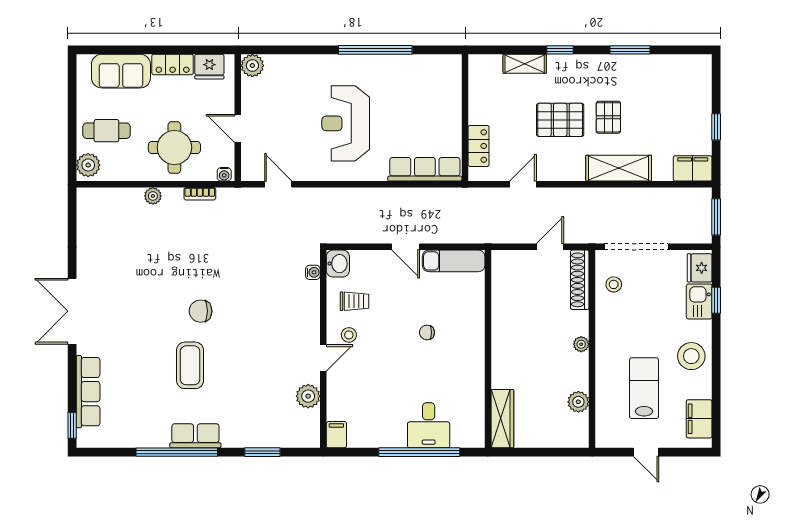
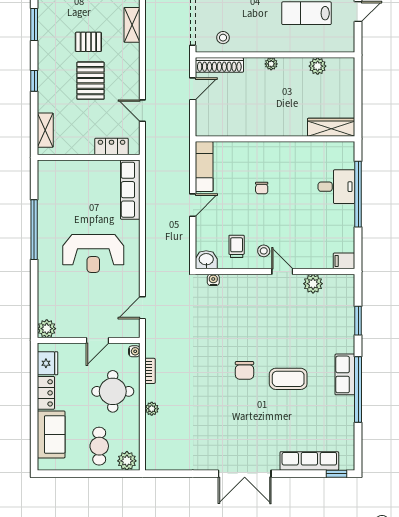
shelving: (525, 64) -> (45, 130), moved
shelving: (619, 168) -> (132, 25), width x0.67, depth x0.75
door: (550, 247) -> (193, 89), swing flipped

